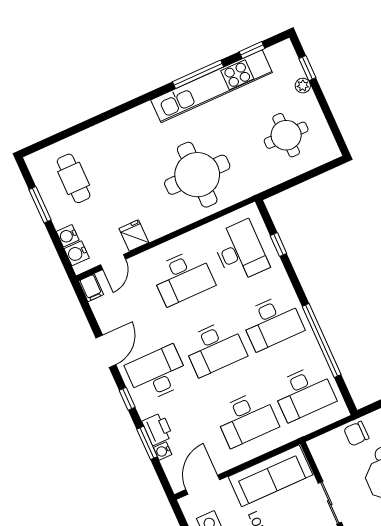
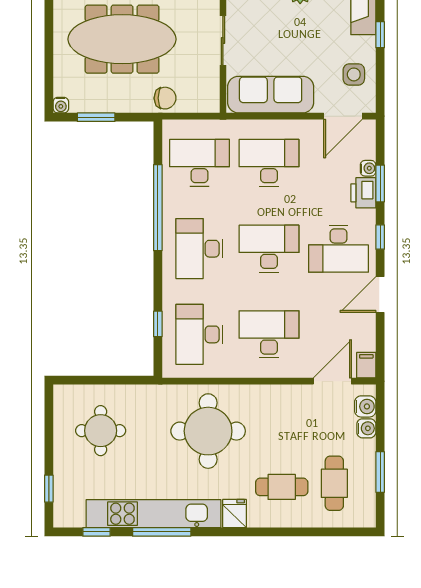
plant: (303, 86) -> (61, 473), removed
cafe table: (116, 156) -> (282, 487), added
fridge: (134, 235) -> (234, 514), moved, turned 180
door: (113, 262) -> (332, 381), width x1.38
desk: (272, 322) -> (199, 249), turned -90

